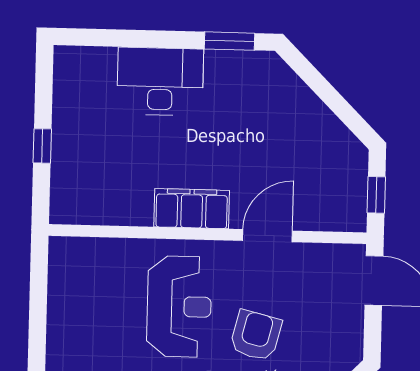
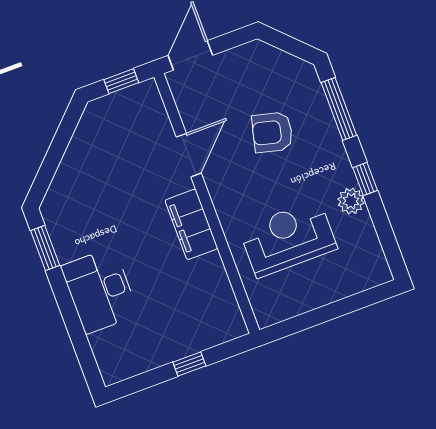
door: (267, 236) -> (189, 155), swing flipped
reception desk: (179, 307) -> (288, 239), moved

